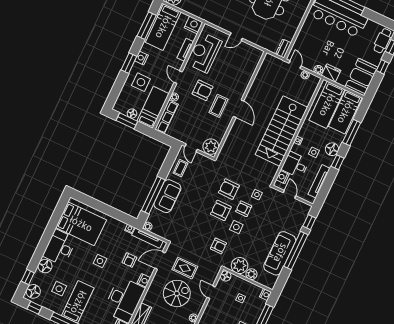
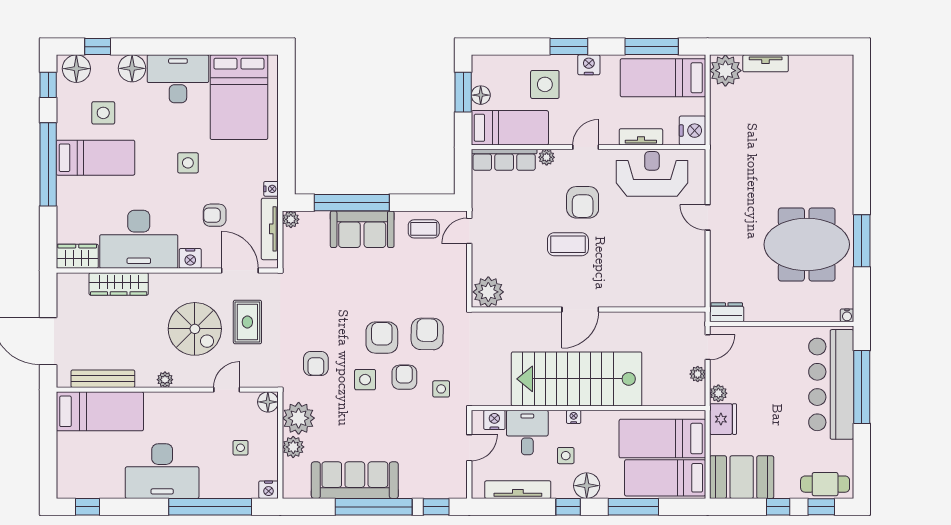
wall: (240, 105) -> (588, 310), moved
door: (239, 109) -> (580, 310), moved
plant: (211, 147) -> (488, 292), moved

